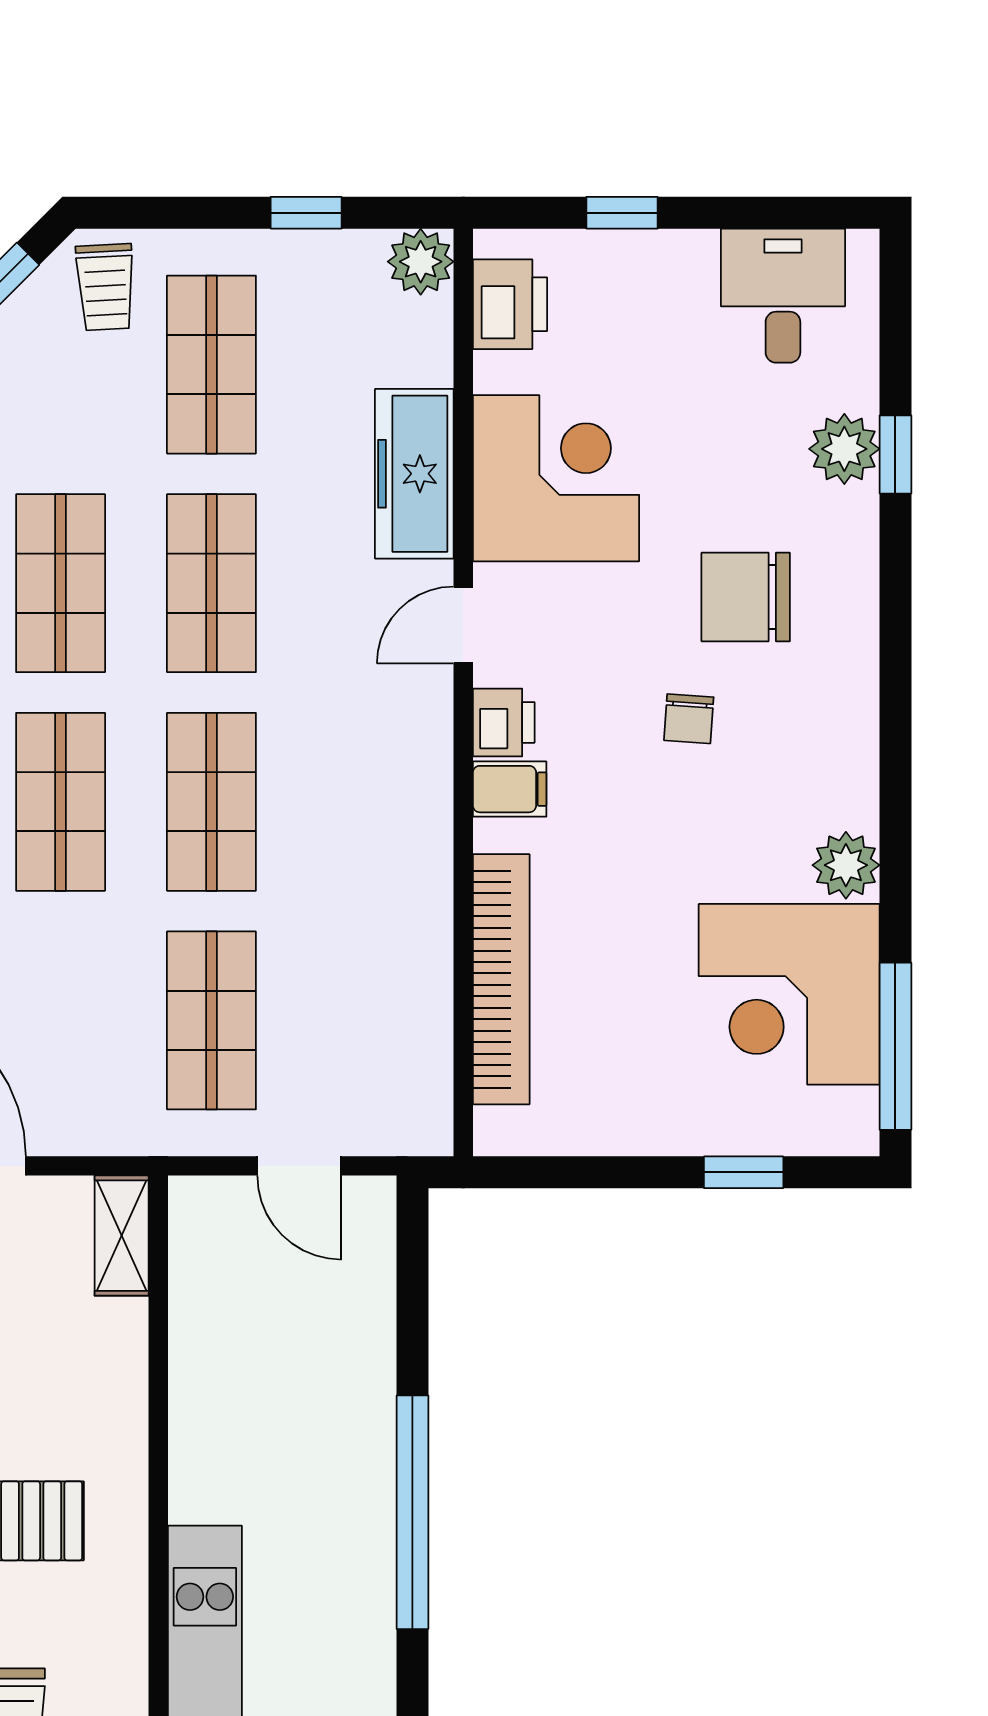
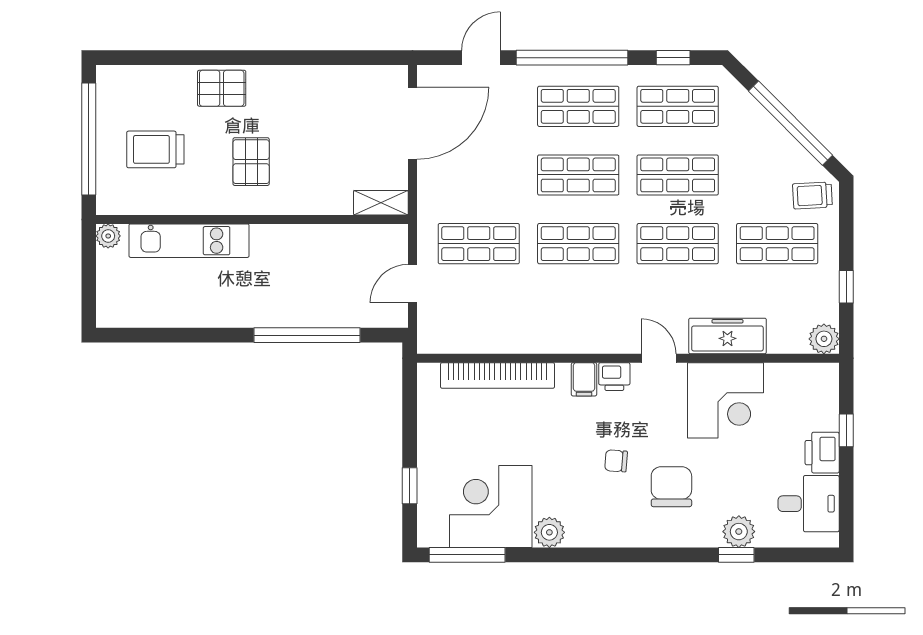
printer: (510, 304) -> (822, 453), moved, turned 90
window: (412, 1512) -> (307, 335), moved

